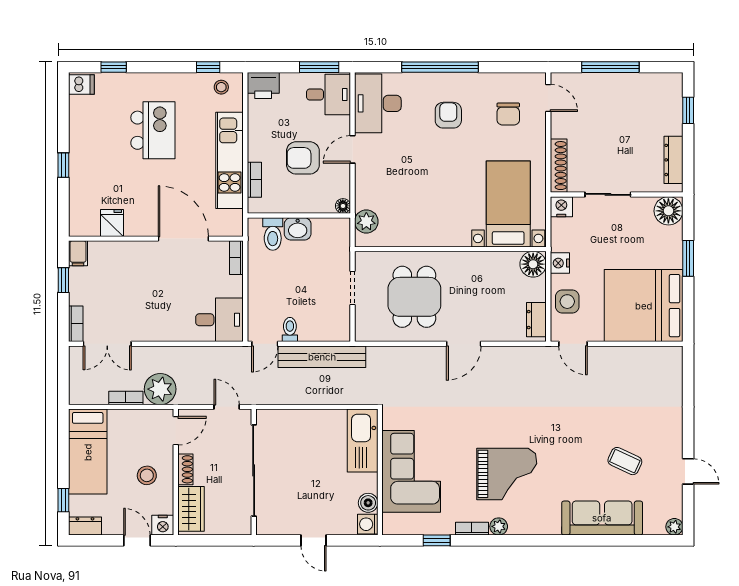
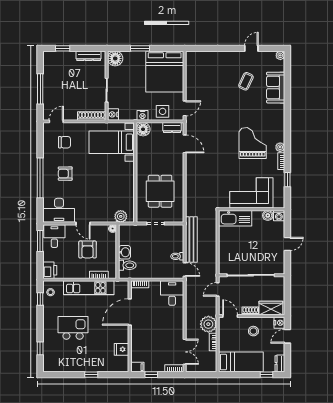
dishwasher: (81, 84) -> (49, 365), removed
dining table: (414, 297) -> (160, 191), turned 90
door: (464, 344) -> (185, 144), moved
sofa: (602, 518) -> (276, 88), width x0.73

